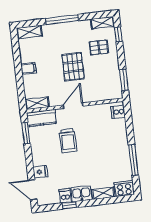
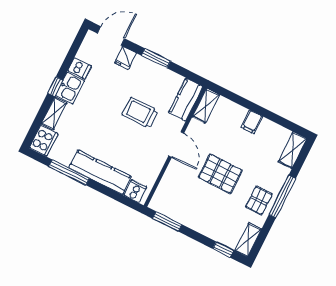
pallet: (99, 47) -> (259, 201), moved
window: (26, 133) -> (156, 58), moved
kitchen counter: (121, 141) -> (100, 172), added
window: (69, 205) -> (55, 87), moved

